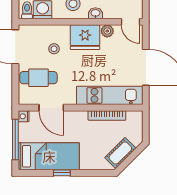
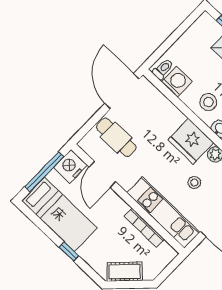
stool: (54, 49) -> (194, 183), moved
nightstand: (24, 116) -> (70, 166), width x1.89, depth x1.79
window: (62, 173) -> (69, 251), moved

